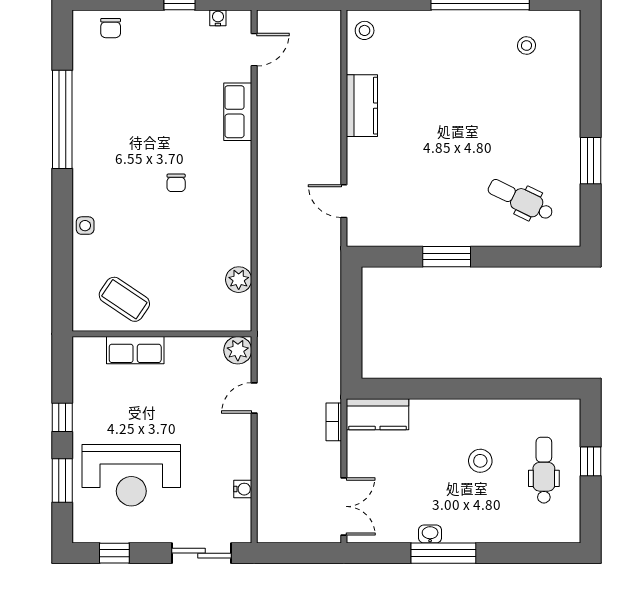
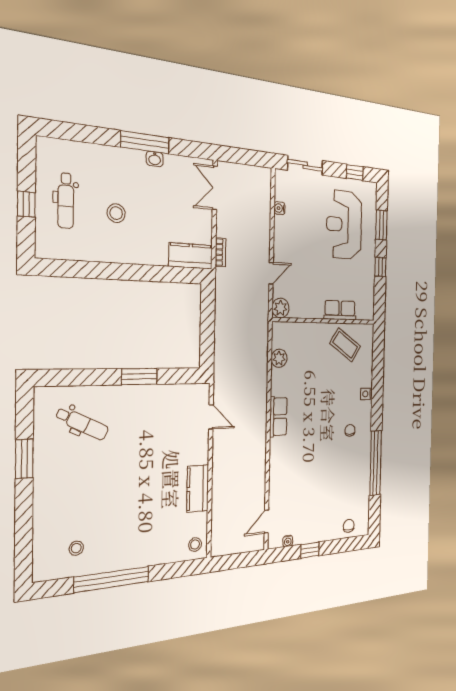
row of seats: (238, 112) -> (278, 417), moved
chair: (176, 183) -> (350, 430), moved
reception desk: (131, 475) -> (344, 225), turned -90

